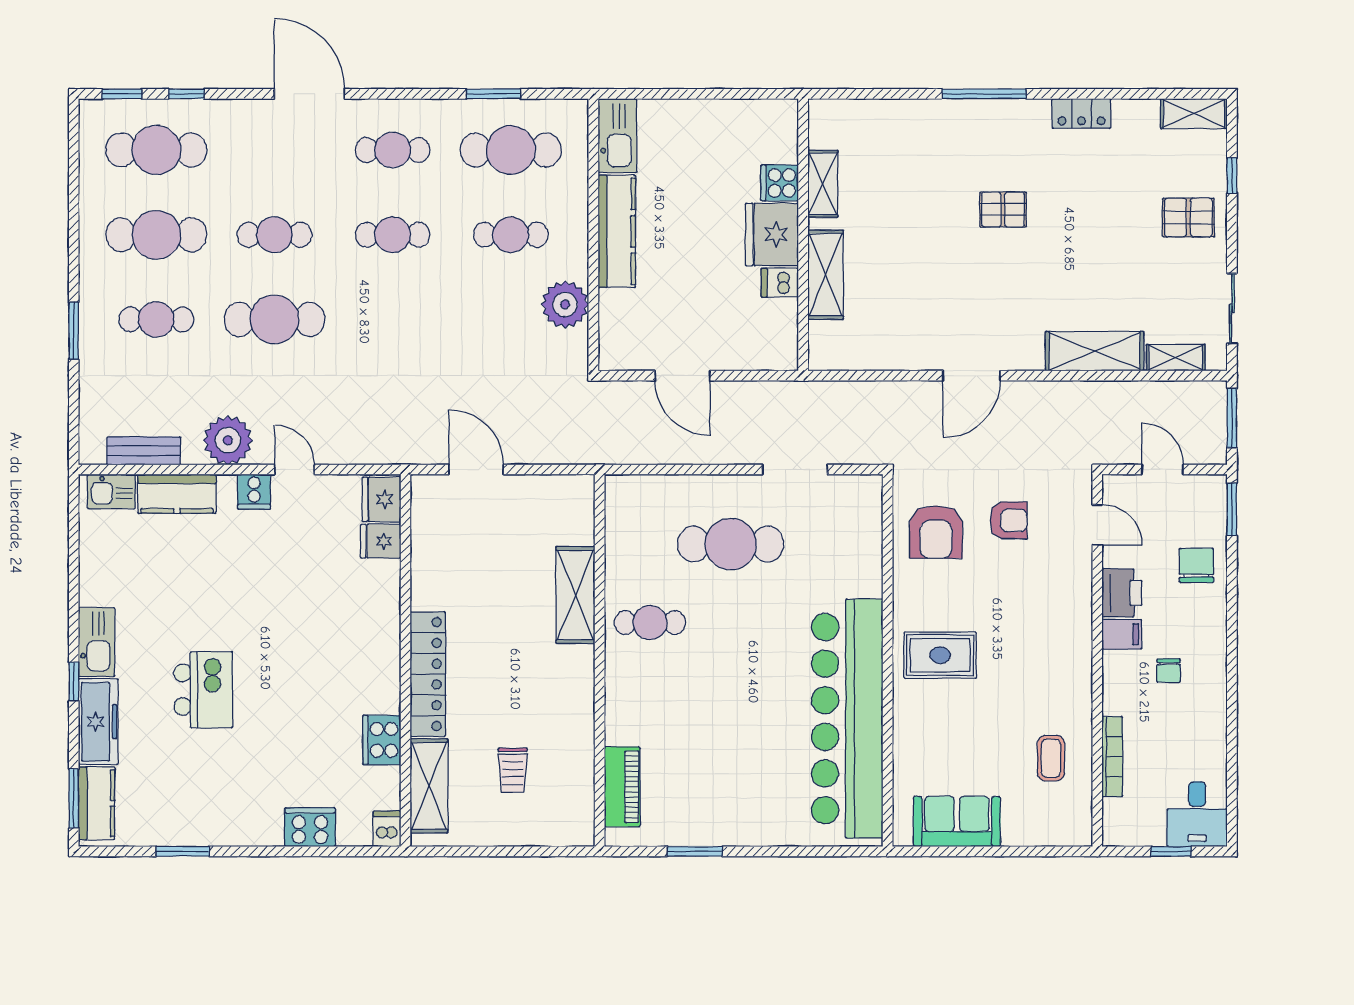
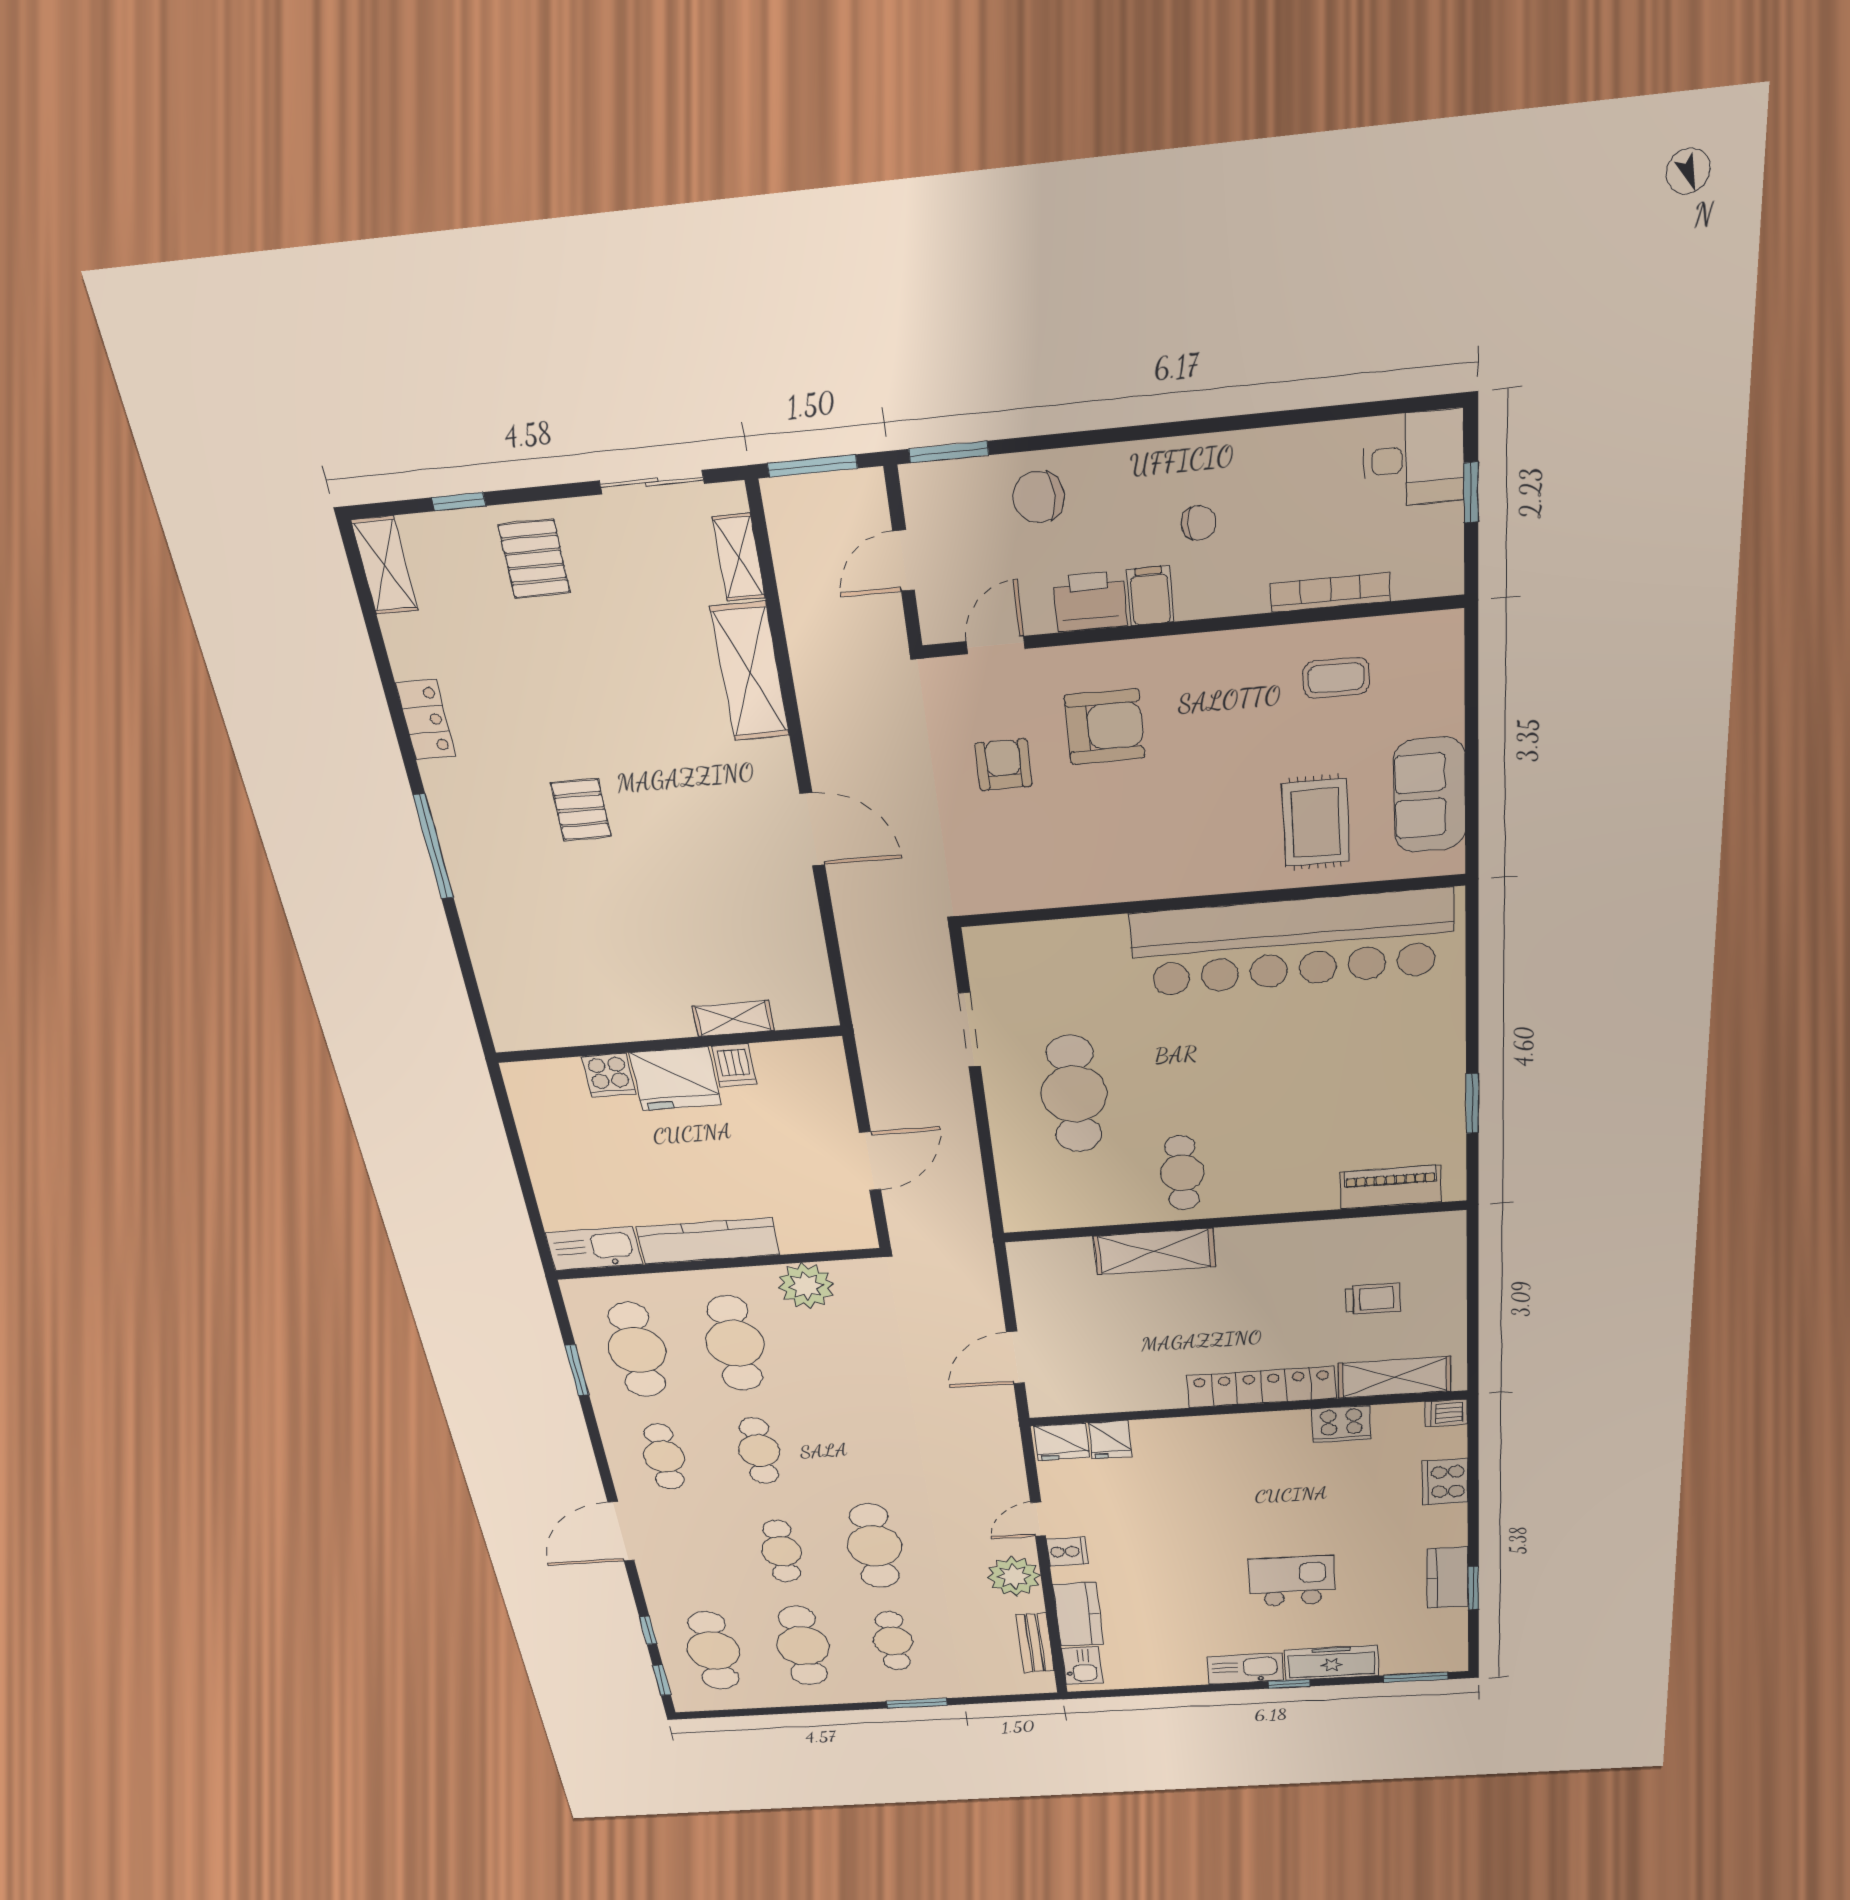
shelving: (823, 184) -> (598, 1027), removed
cafe table: (511, 235) -> (735, 1343), width x1.37, depth x1.35
shelving: (826, 275) -> (733, 1018), width x0.67, depth x0.75
armchair: (936, 532) -> (1105, 727), moved
rug: (940, 655) -> (1316, 823), moved
kitchen counter: (97, 803) -> (1447, 1578), moved, turned -90

